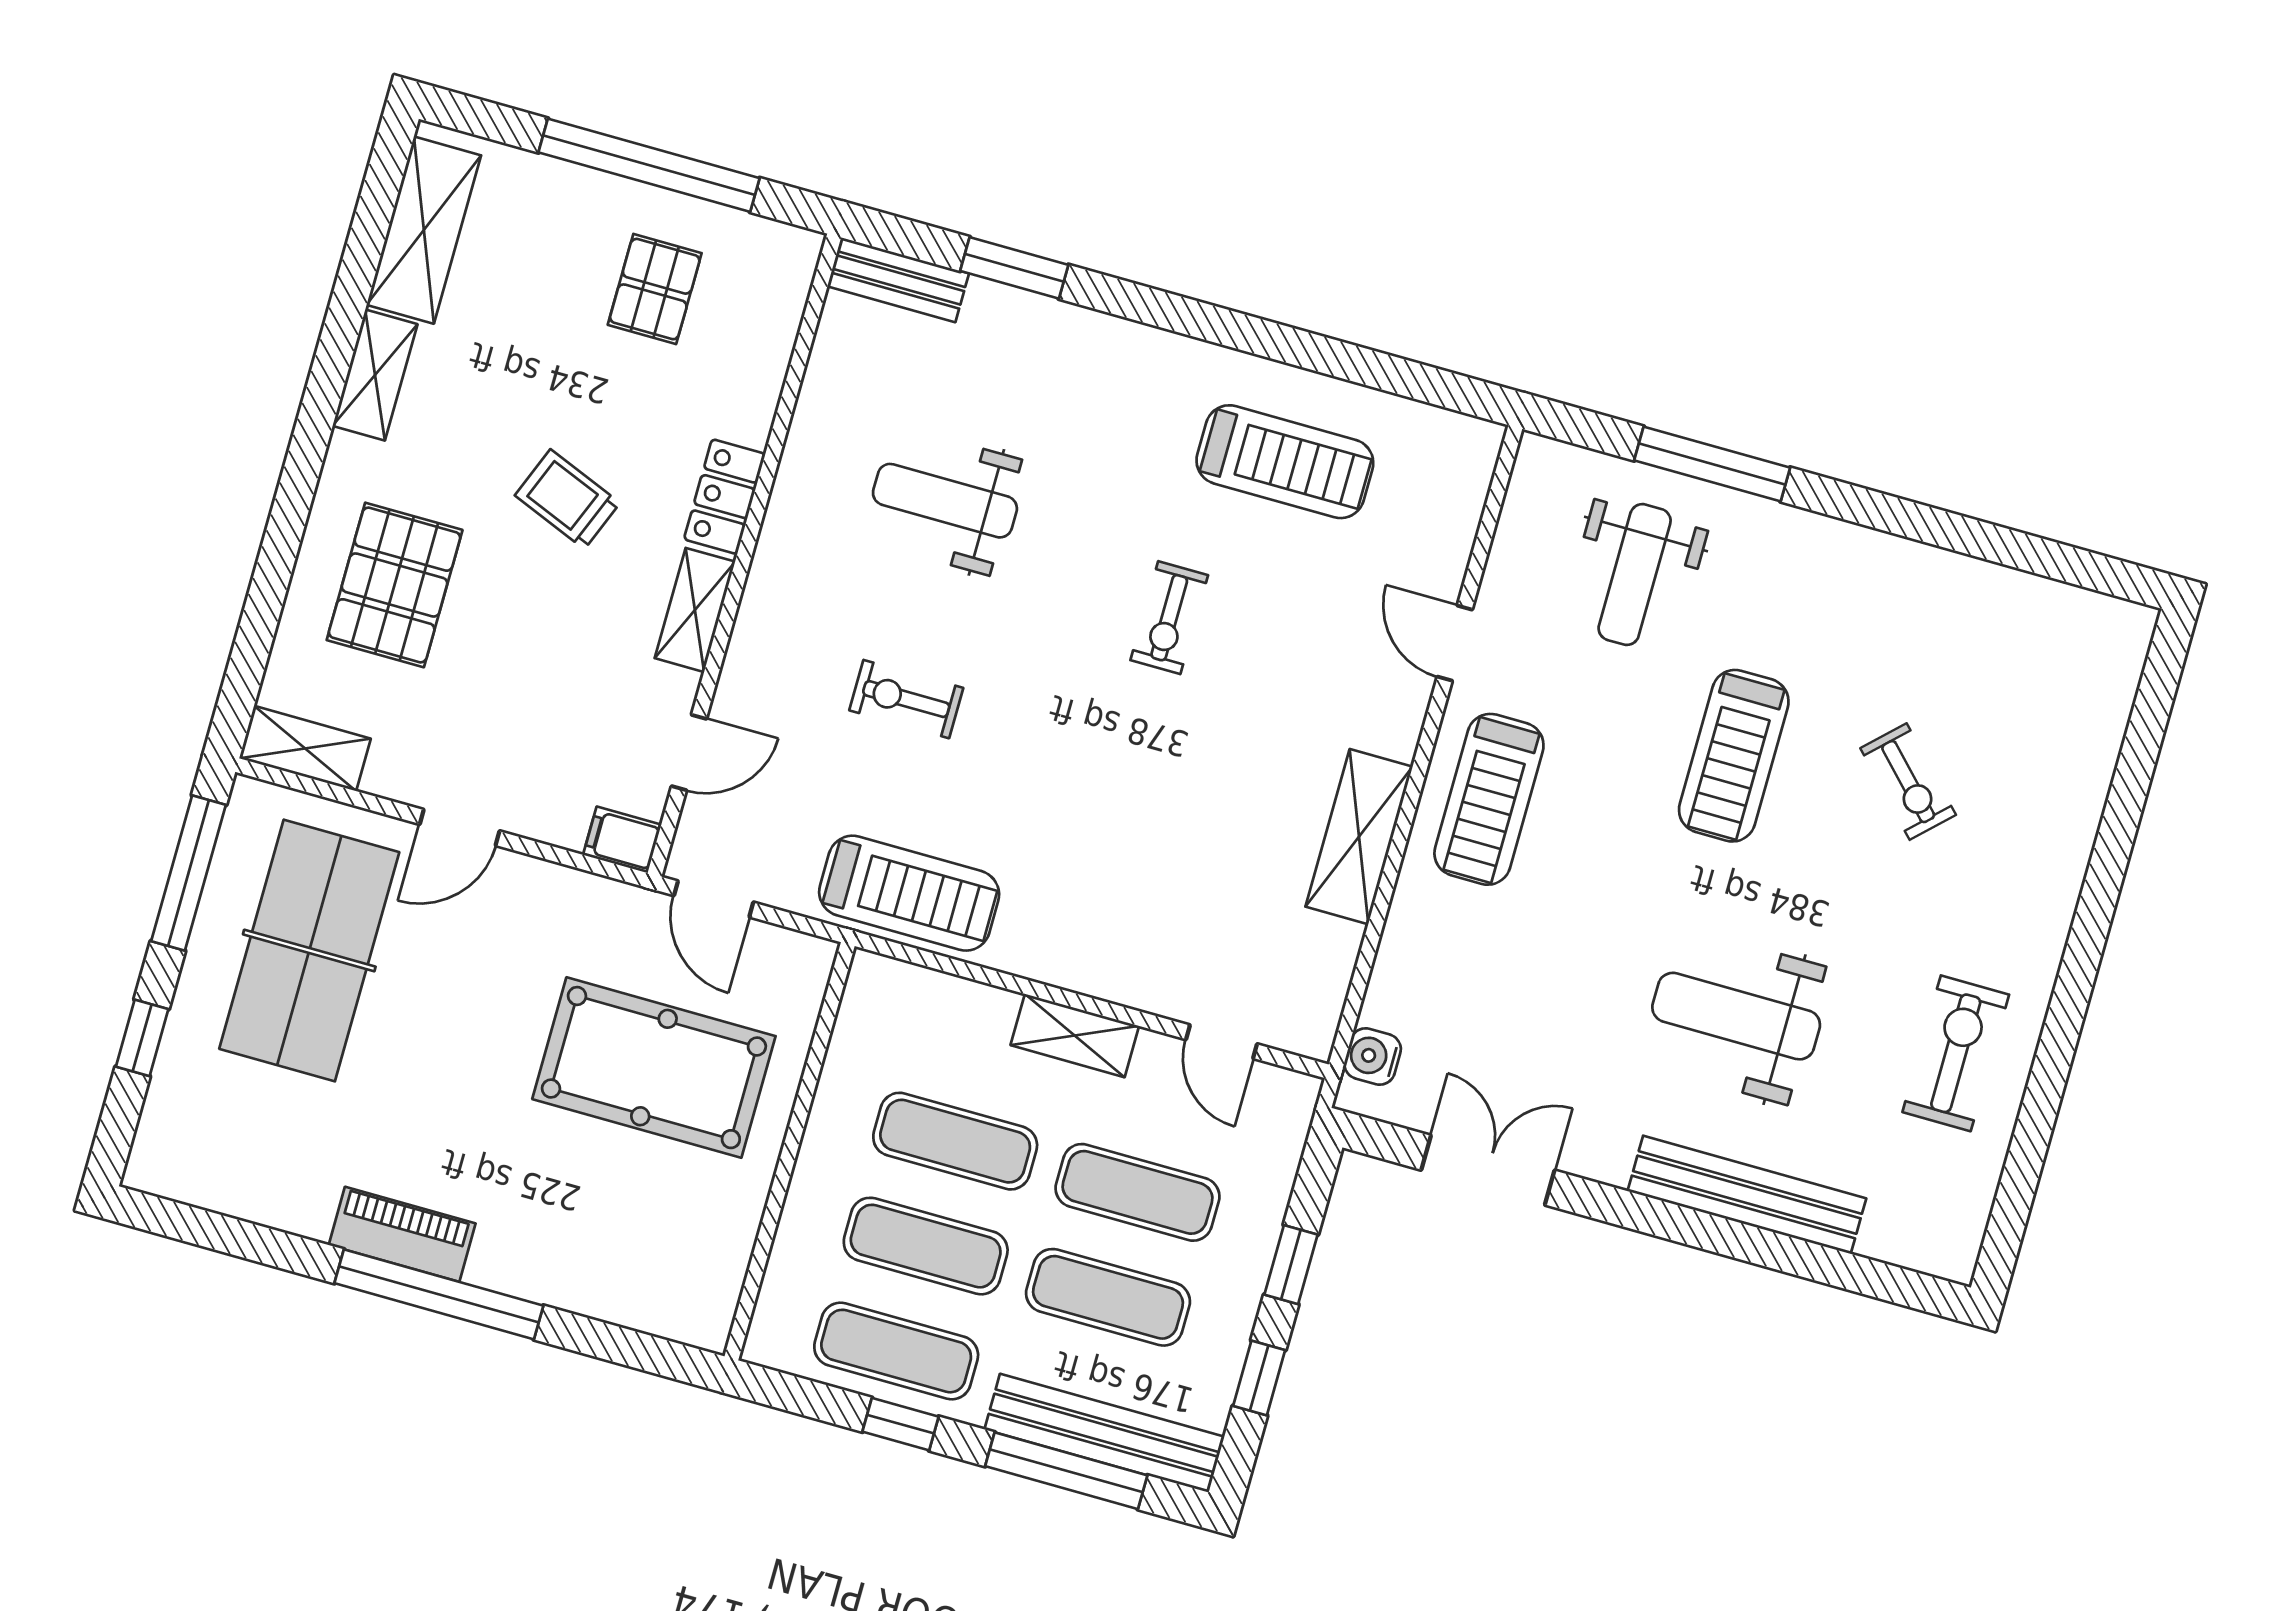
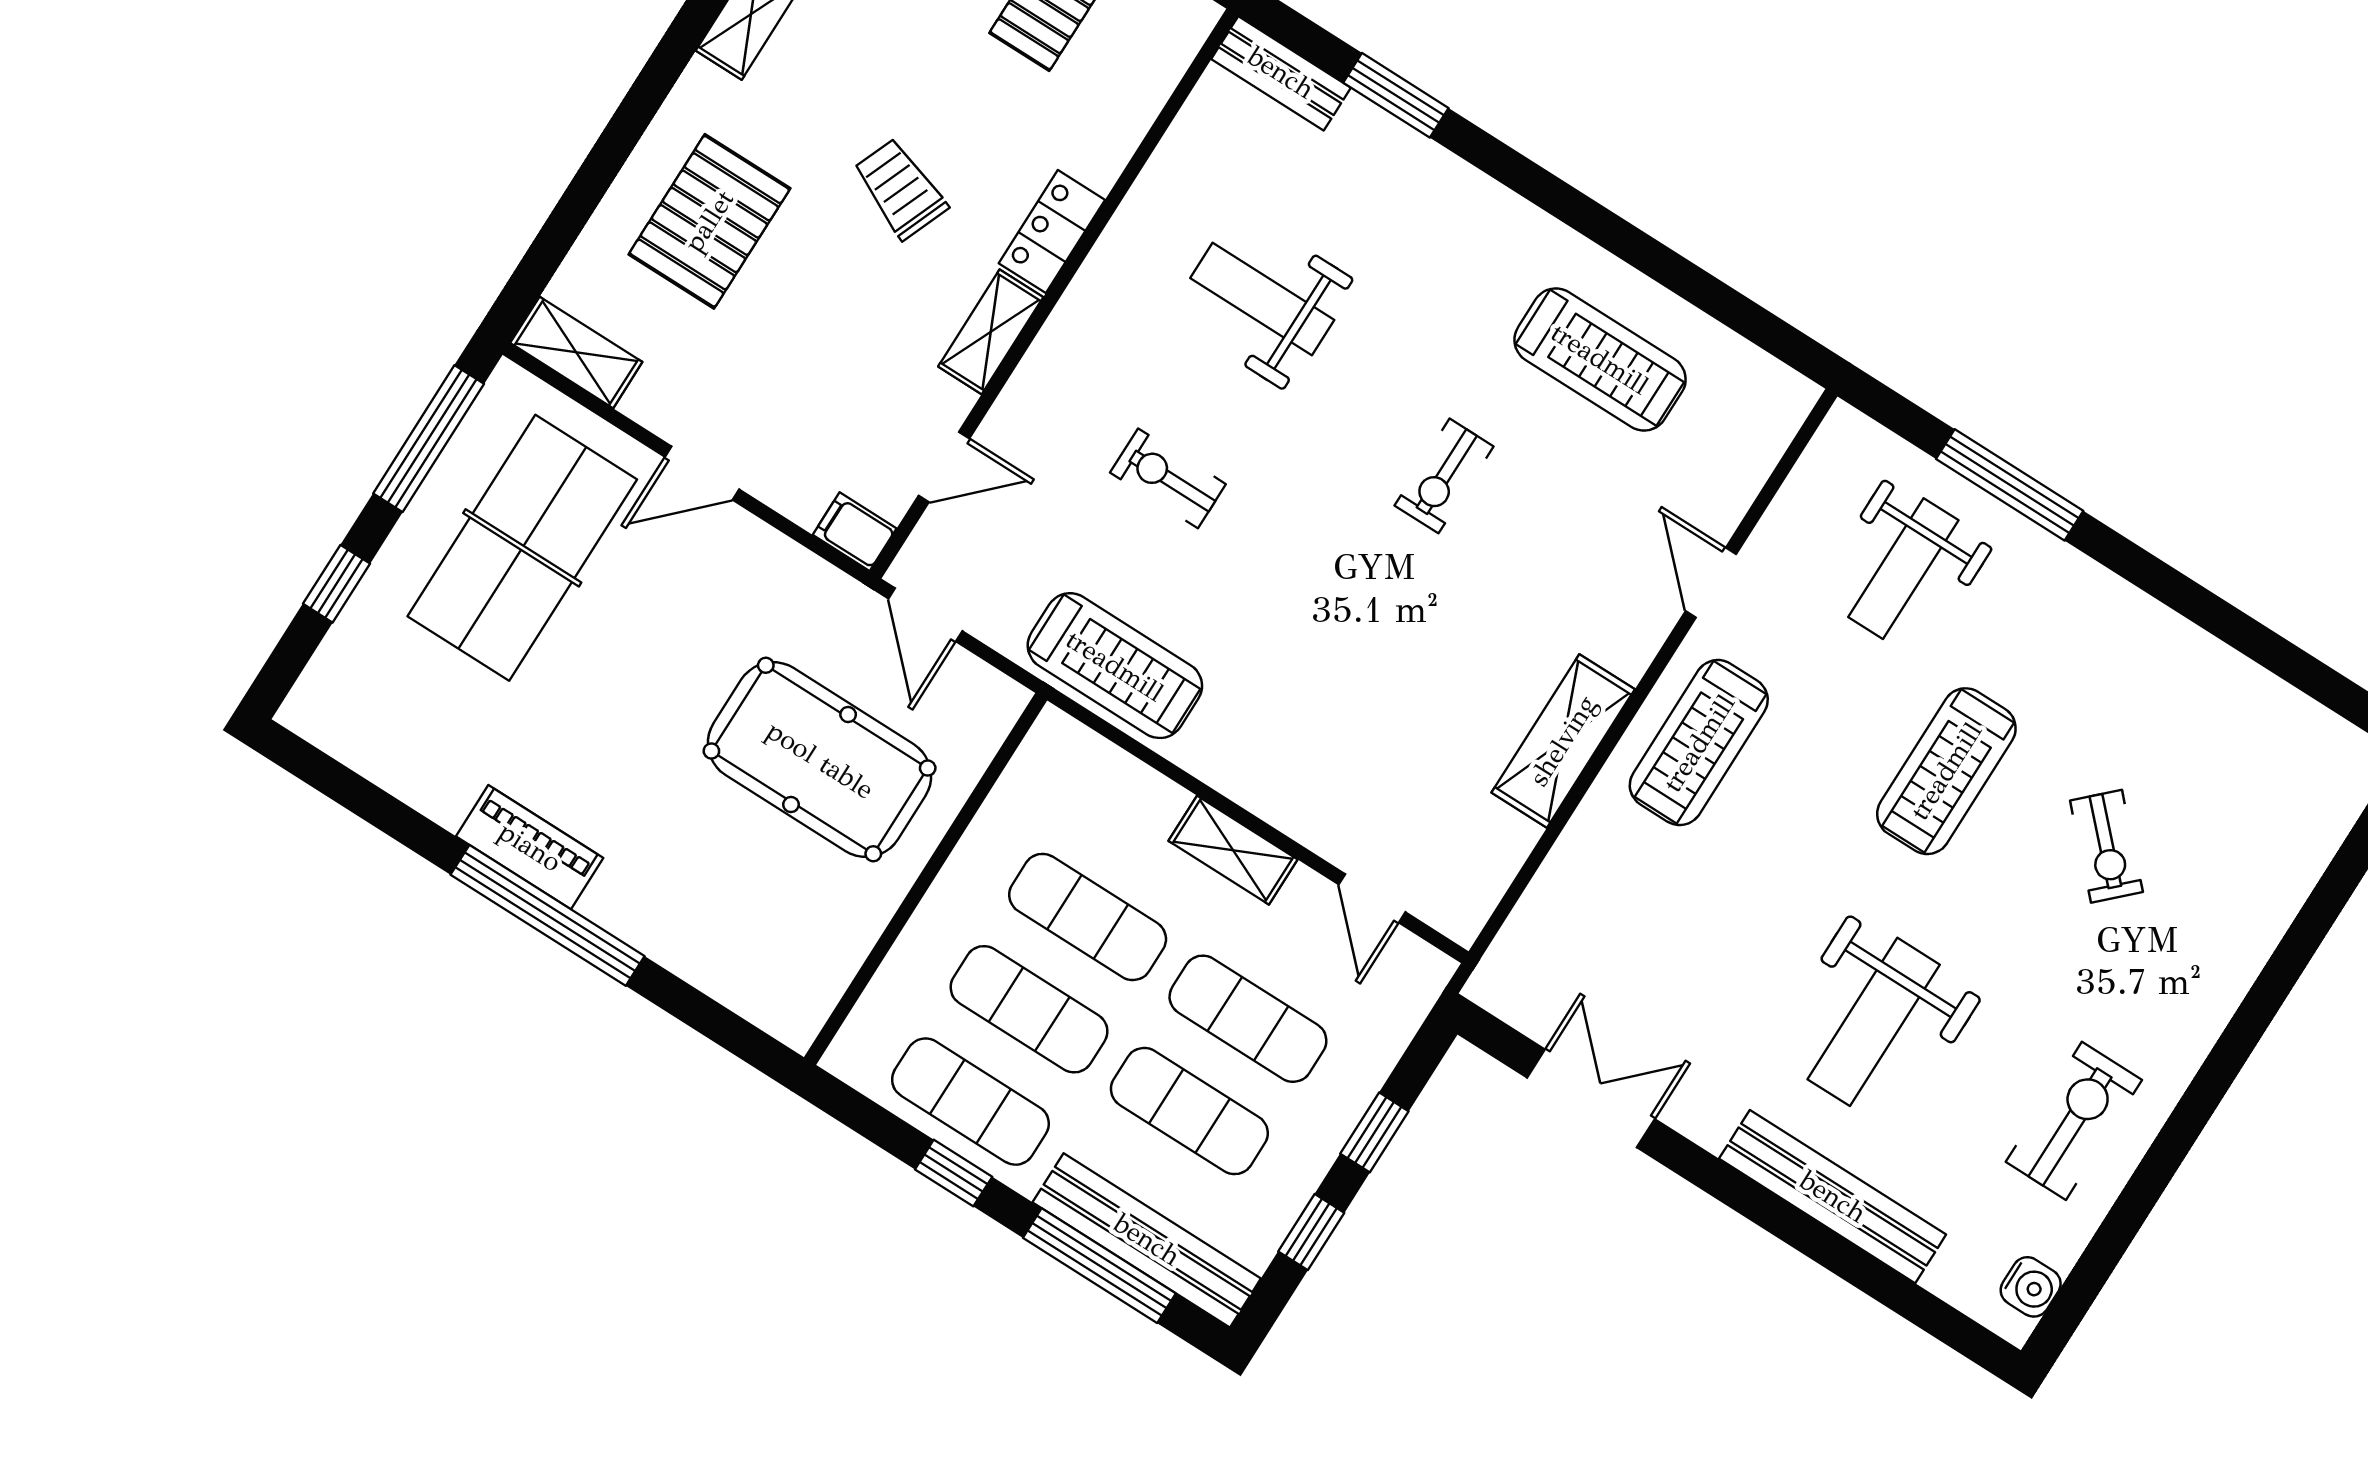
weight bench: (1736, 1016) -> (1874, 1022), turned -90
water cooler: (1373, 1057) -> (2031, 1287), moved, turned 180

